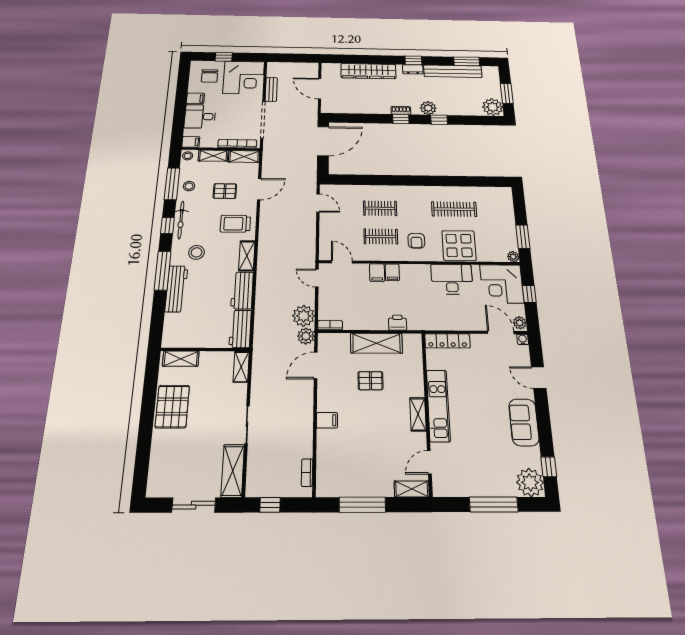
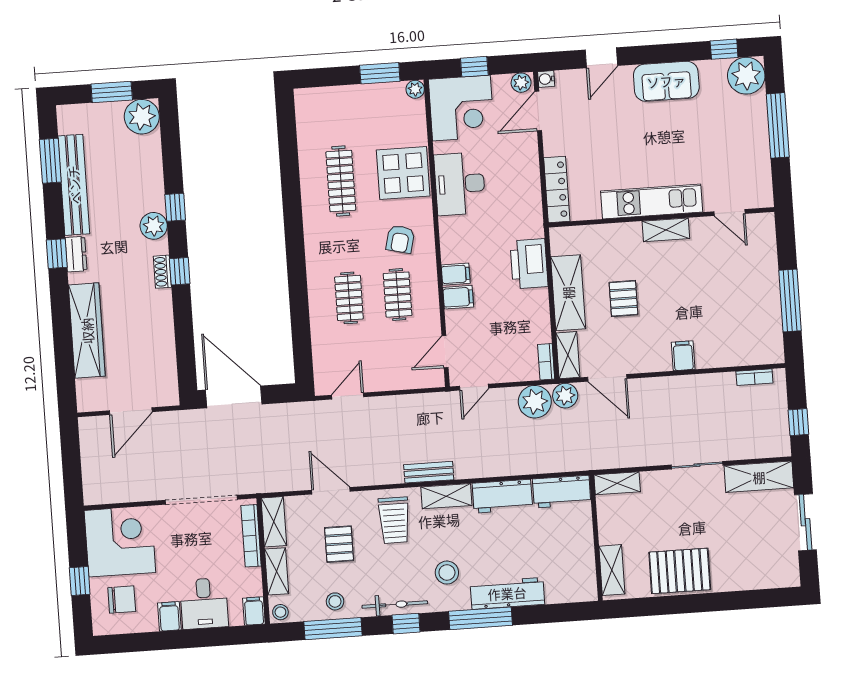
bench: (271, 89) -> (429, 472), moved
armchair: (416, 241) -> (400, 239), turned 104
printer: (397, 323) -> (529, 264), width x1.87, depth x1.48
shelving: (412, 489) -> (568, 355), moved

